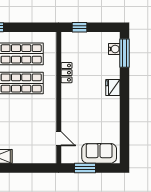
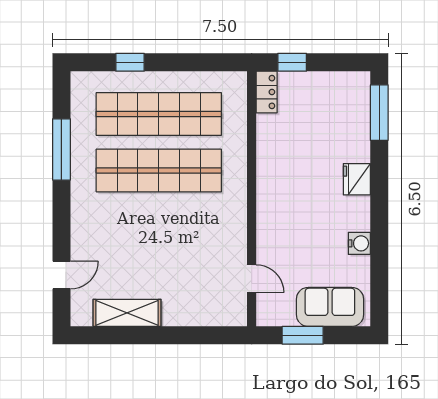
water cooler: (114, 49) -> (359, 243), moved
locker: (66, 73) -> (267, 92), moved

